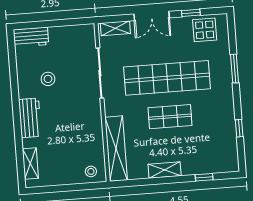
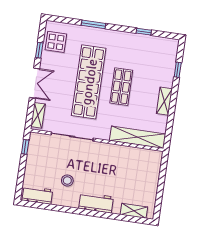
window: (76, 22) -> (25, 147), added
workbench: (31, 37) -> (37, 195), moved, turned -90
stool: (91, 171) -> (152, 162), removed

